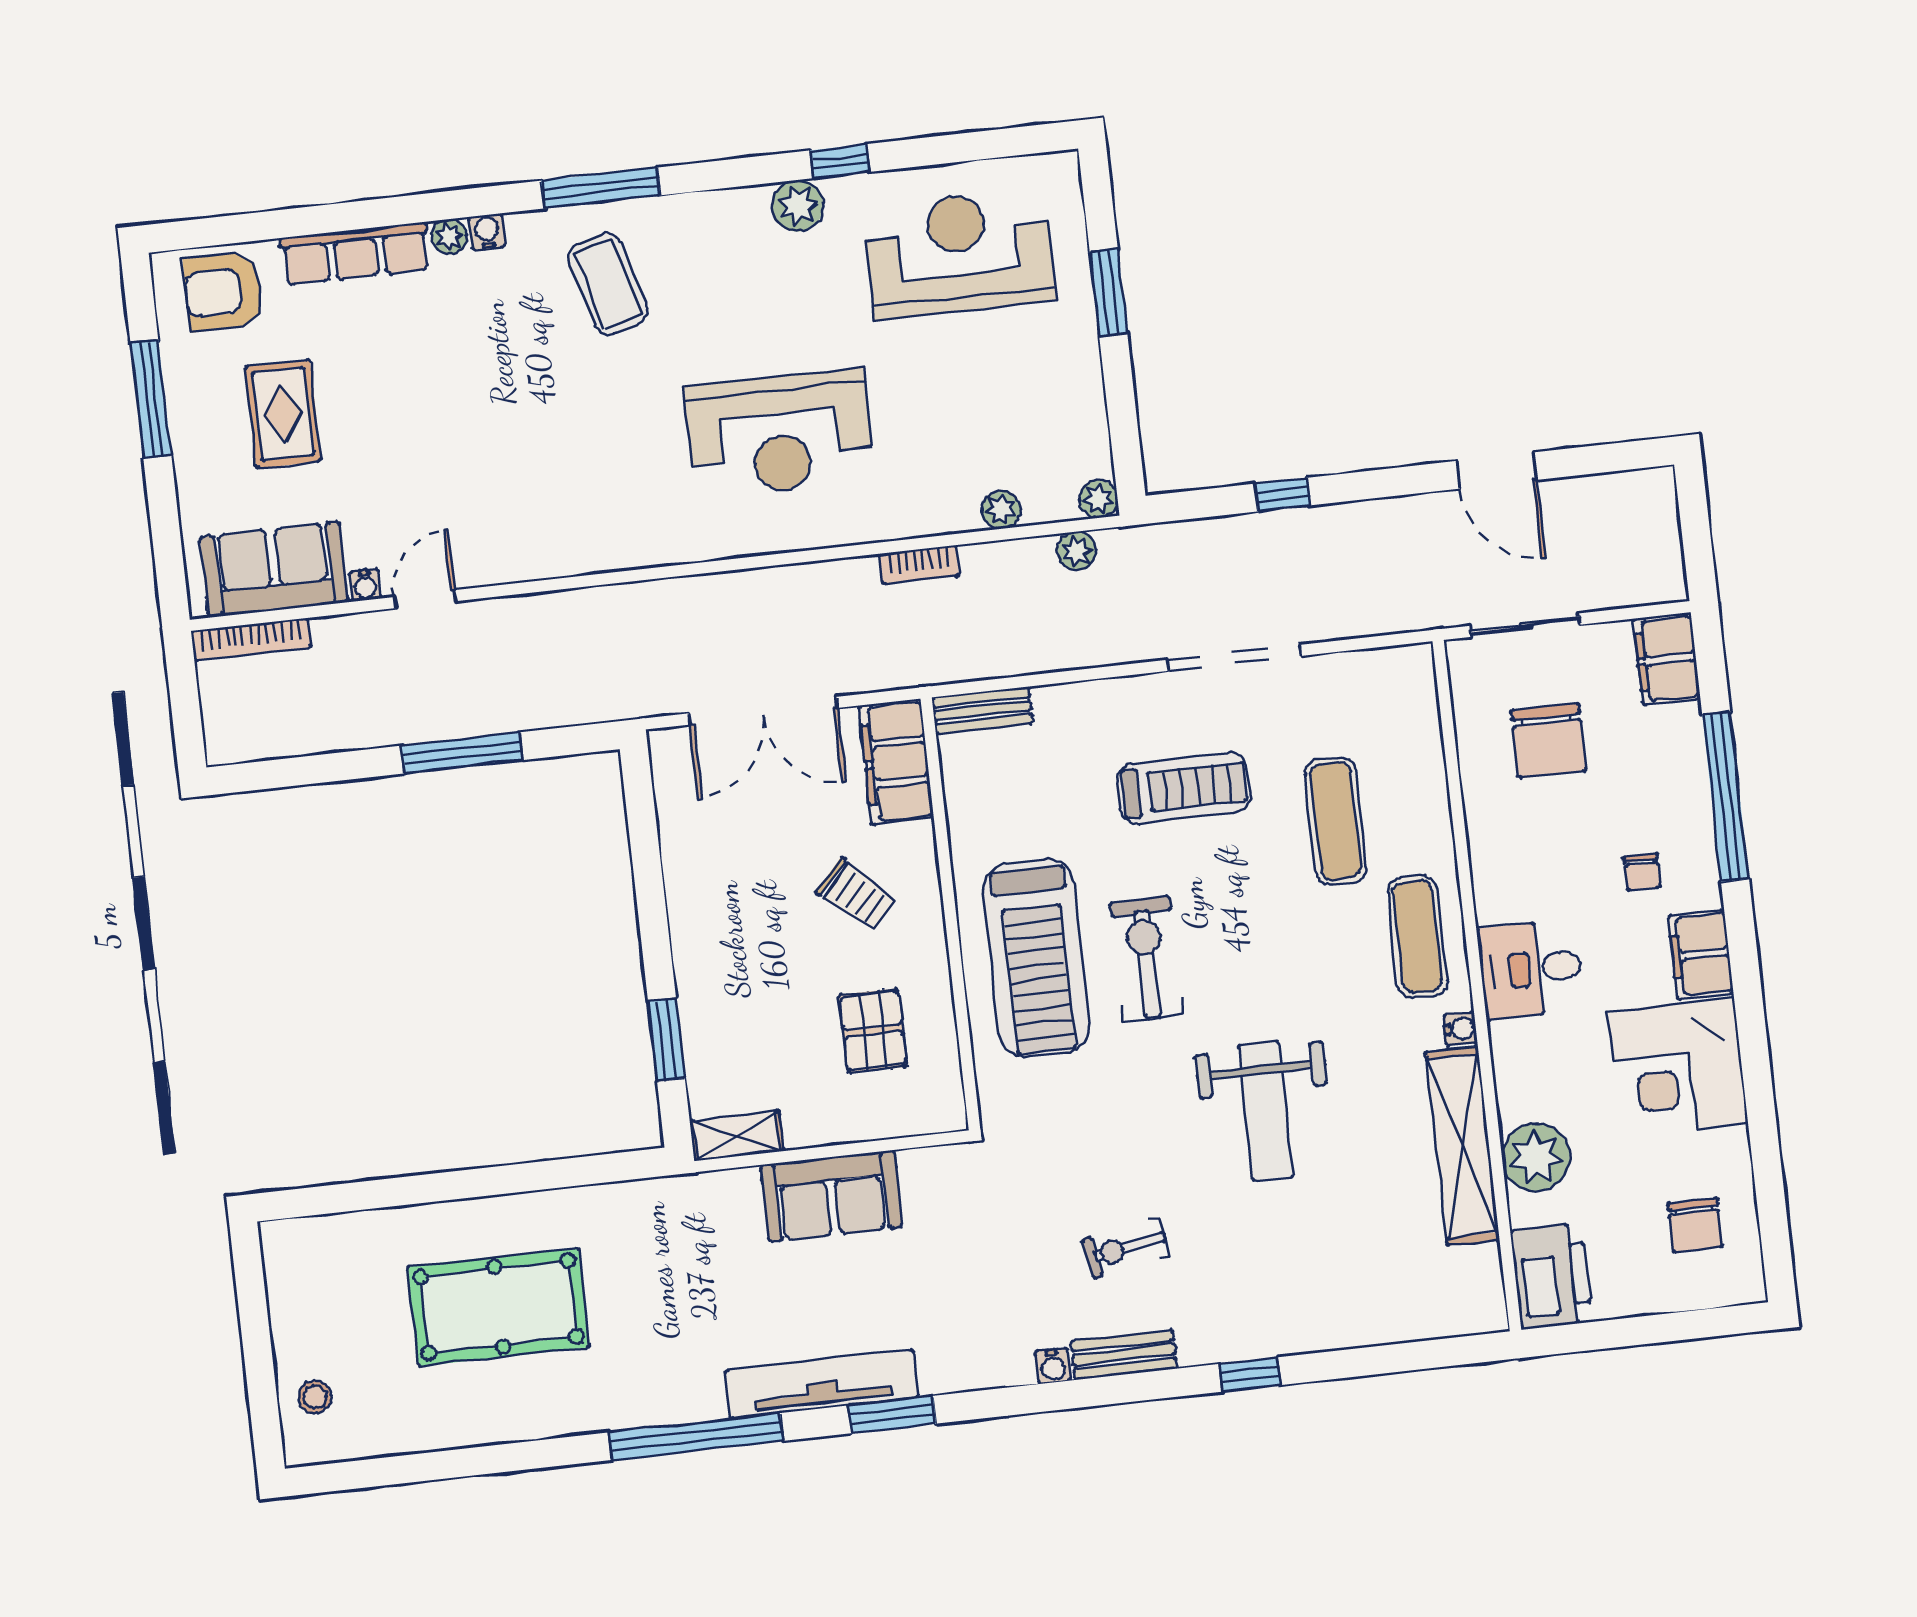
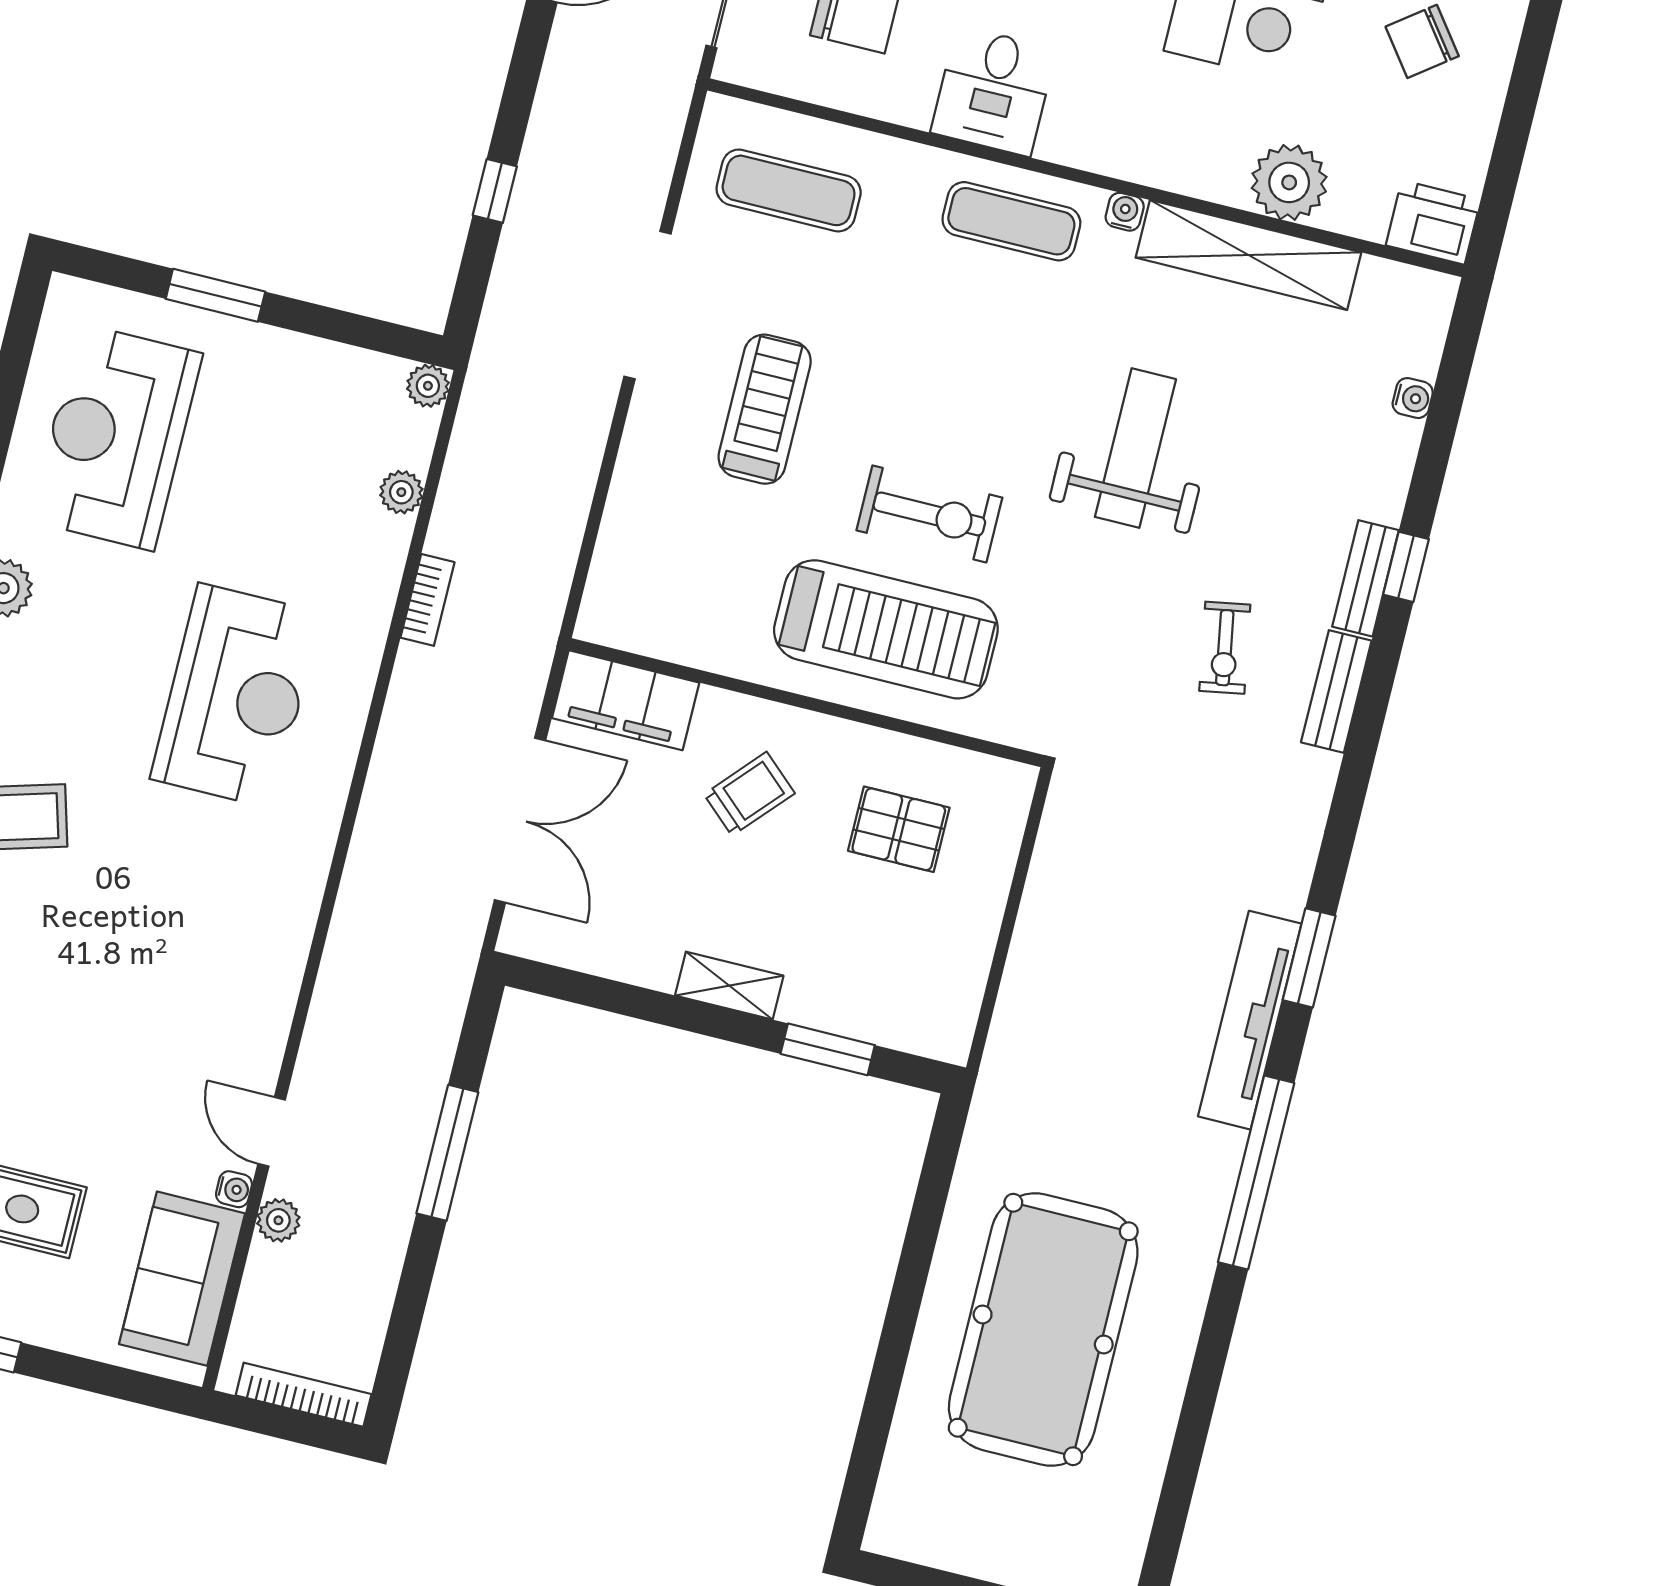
plant: (1077, 551) -> (278, 1220), moved
bookcase: (251, 639) -> (304, 1395), moved, turned -90
bench: (982, 710) -> (1365, 578), moved
exercise mat: (1336, 821) -> (789, 190), moved
exercise bike: (1147, 959) -> (929, 514), turned 180
desk: (1531, 969) -> (993, 91), moved
weight bench: (1266, 1111) -> (1135, 448), turned -90
shelving: (737, 1136) -> (729, 986), moved, turned 90
sofa: (831, 1196) -> (1056, 937), removed
chair: (1695, 1225) -> (1422, 41), turned 143
printer: (1551, 1276) -> (1433, 223), width x0.73, depth x0.84
pool table: (499, 1307) -> (1043, 1329), width x1.36, depth x1.32
water cooler: (1053, 1366) -> (1413, 398), moved
stool: (315, 1397) -> (1067, 1557), removed

